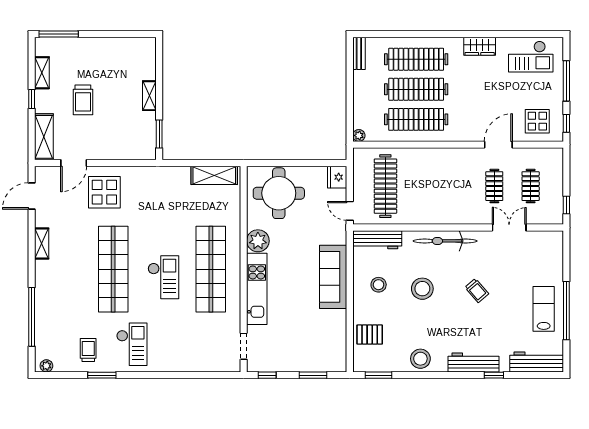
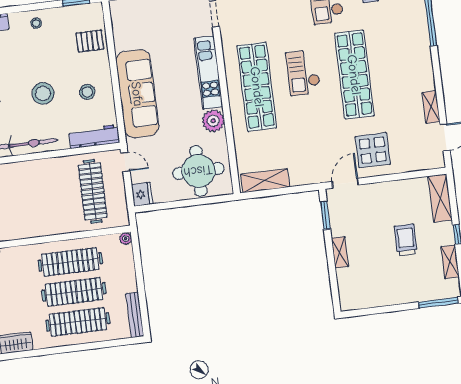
bench: (359, 53) -> (135, 315), width x1.36
door: (74, 163) -> (345, 183), moved
shelving: (42, 244) -> (431, 107), moved
sofa: (333, 277) -> (137, 94), width x1.36, depth x1.27
stool: (420, 359) -> (36, 23), width x0.53, depth x0.53

